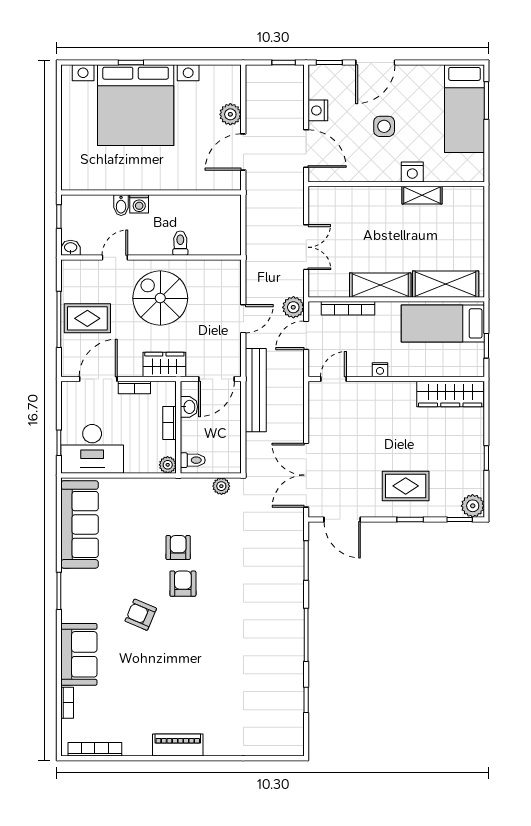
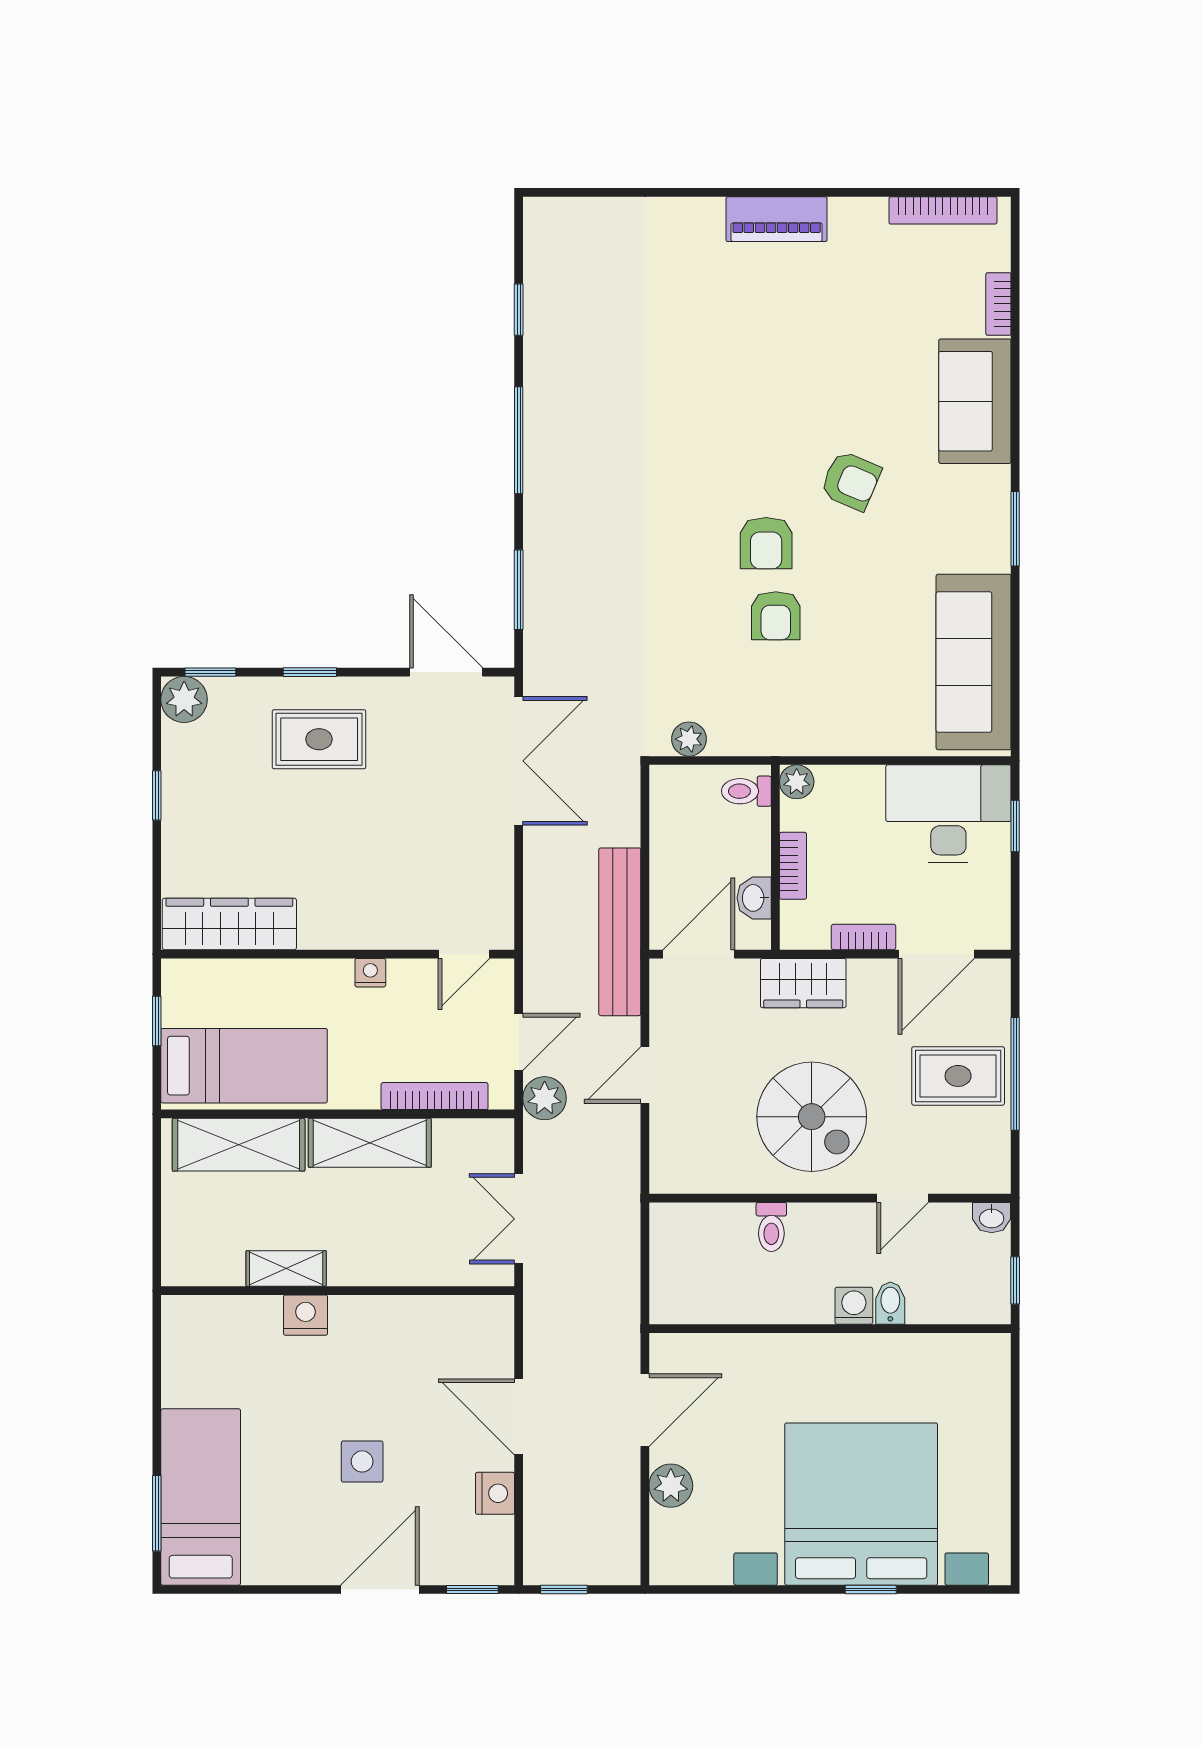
nightstand: (412, 172) -> (306, 1315), moved
wall: (396, 184) -> (338, 1291), moved
shelving: (422, 195) -> (286, 1268), moved

